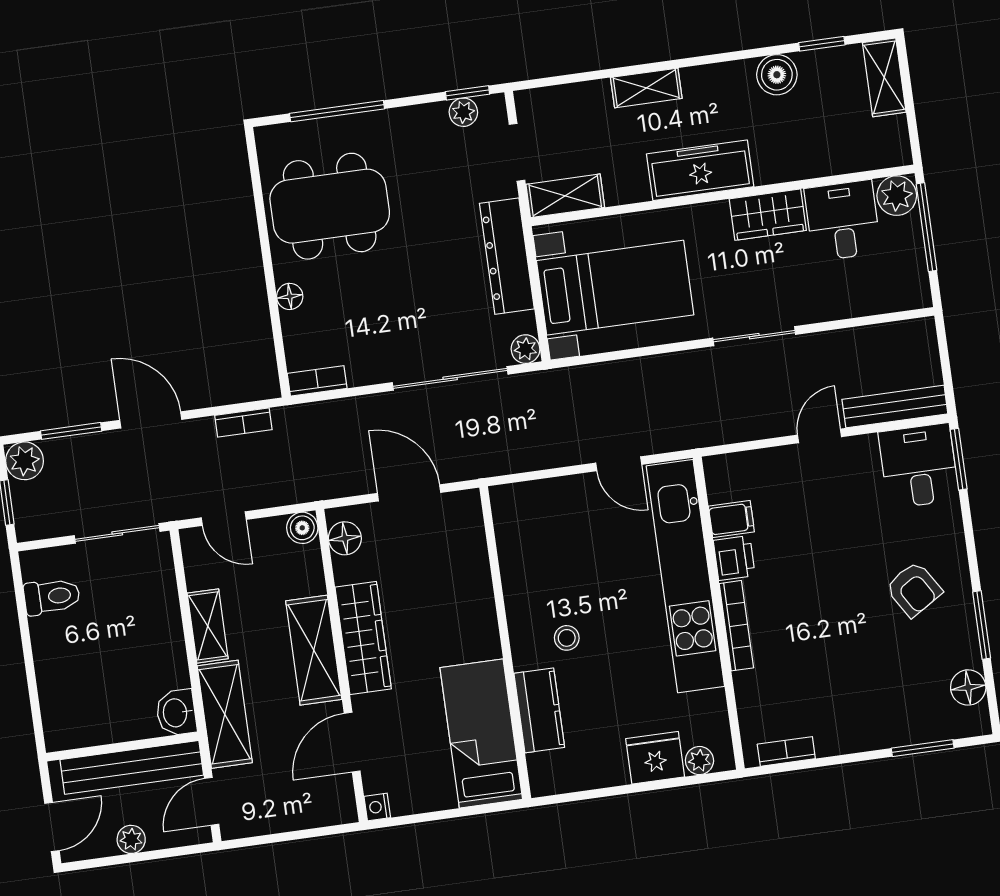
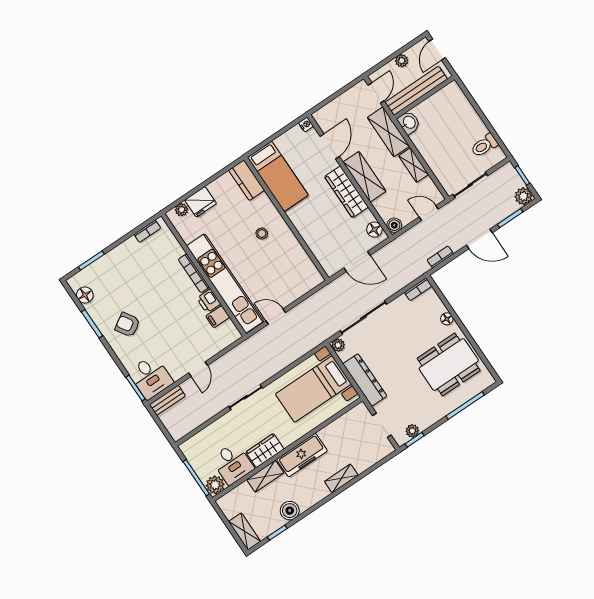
shelving: (565, 196) -> (265, 476), moved
bench: (895, 407) -> (167, 400), width x0.73
kitchen counter: (539, 710) -> (247, 180), moved

